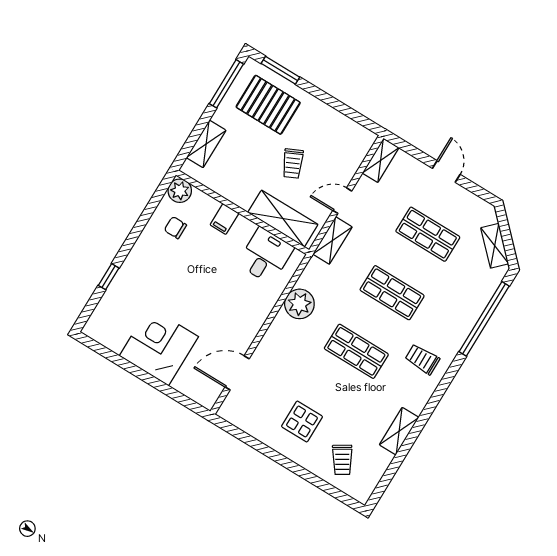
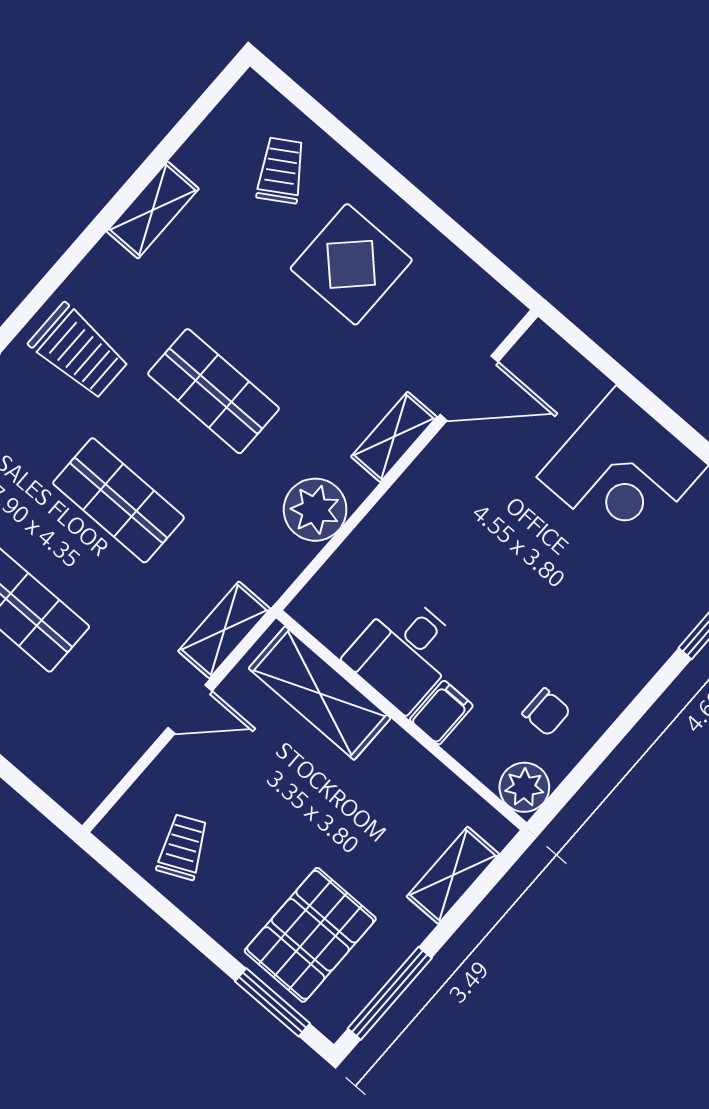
pallet: (268, 105) -> (310, 935), turned 90
shelving: (381, 160) -> (394, 437), moved
trolley: (293, 164) -> (183, 847), moved
desk: (266, 256) -> (404, 653), moved
trolley: (422, 359) -> (79, 351), width x1.36, depth x1.39
display table: (302, 421) -> (351, 264), width x1.36, depth x1.36

